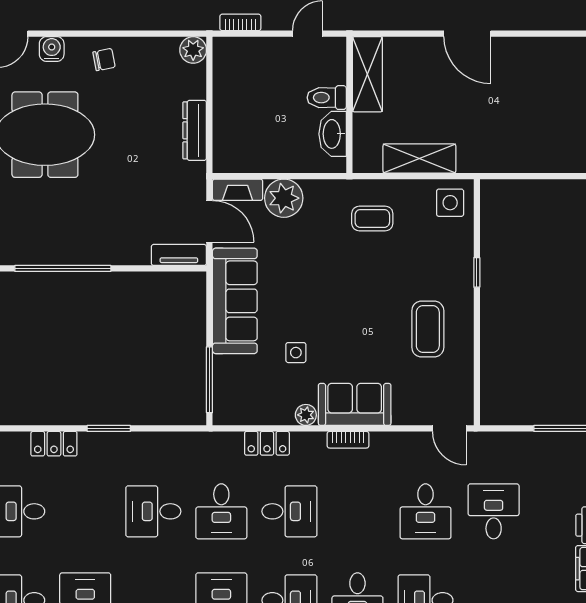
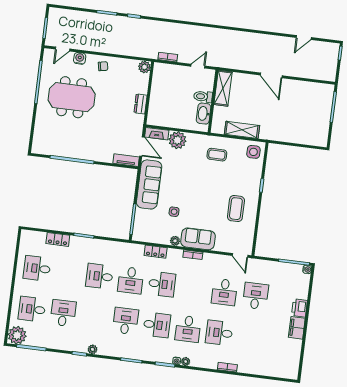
dresser: (195, 130) -> (141, 104), width x0.70

